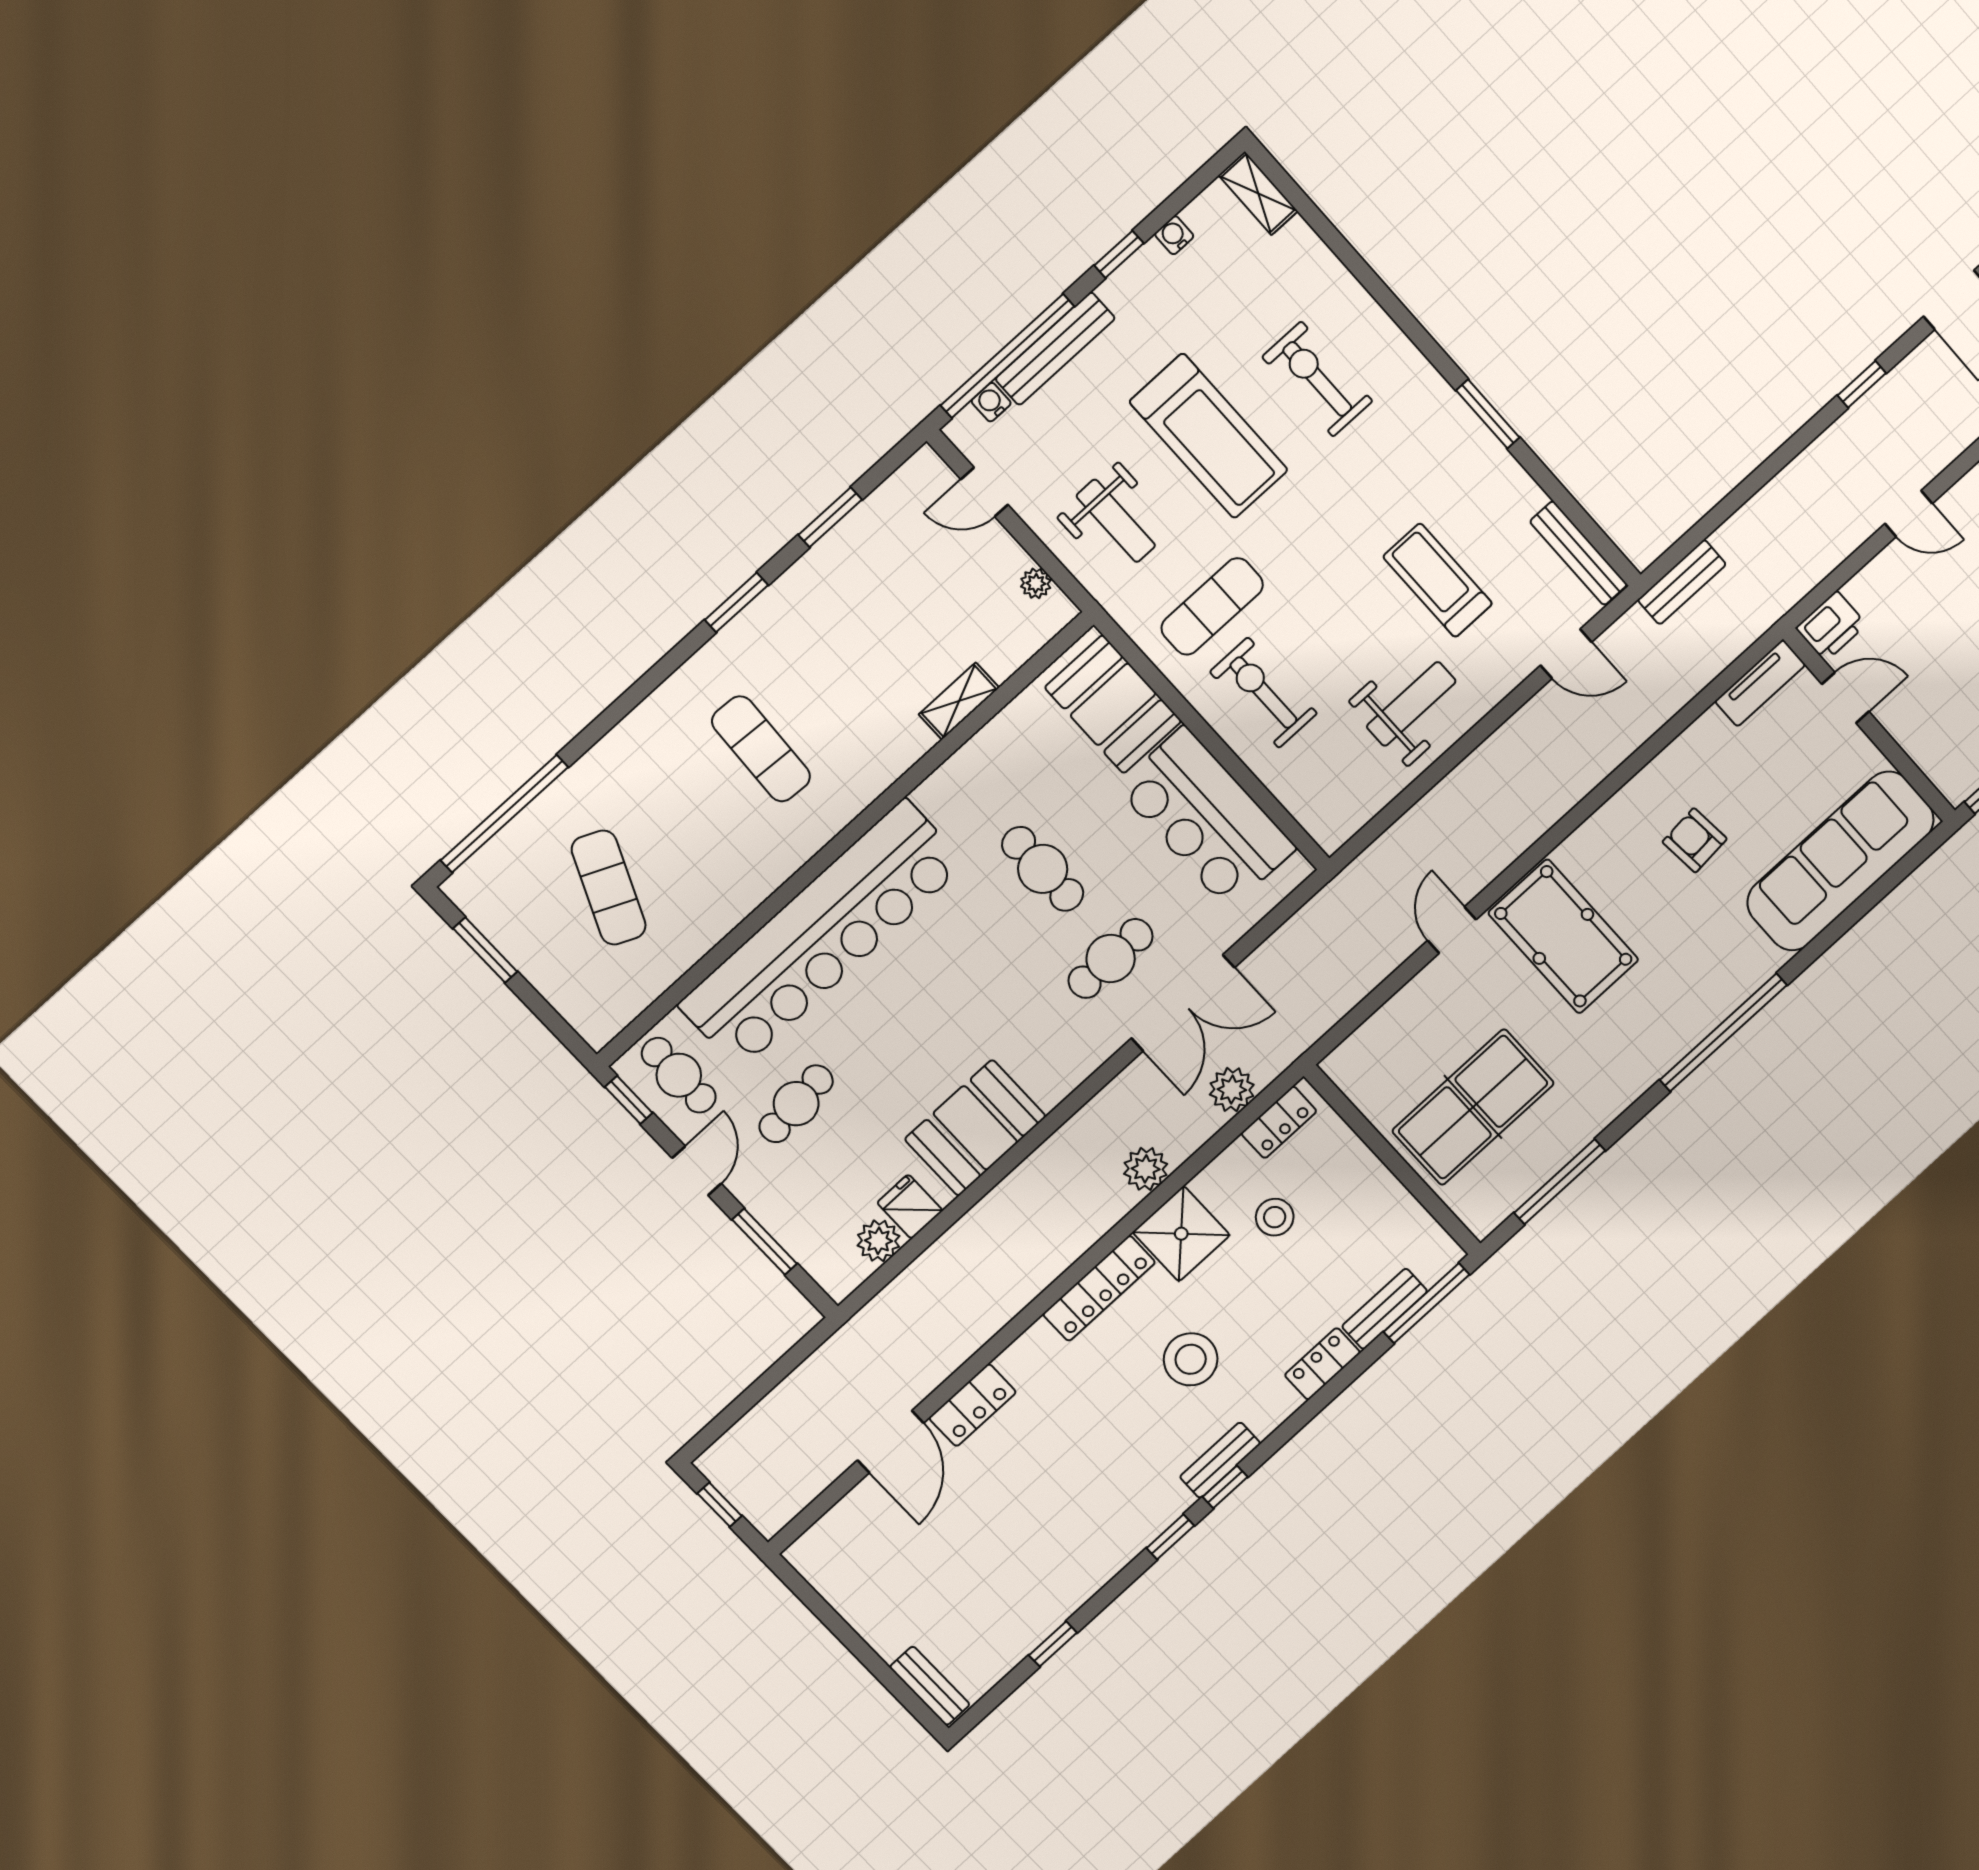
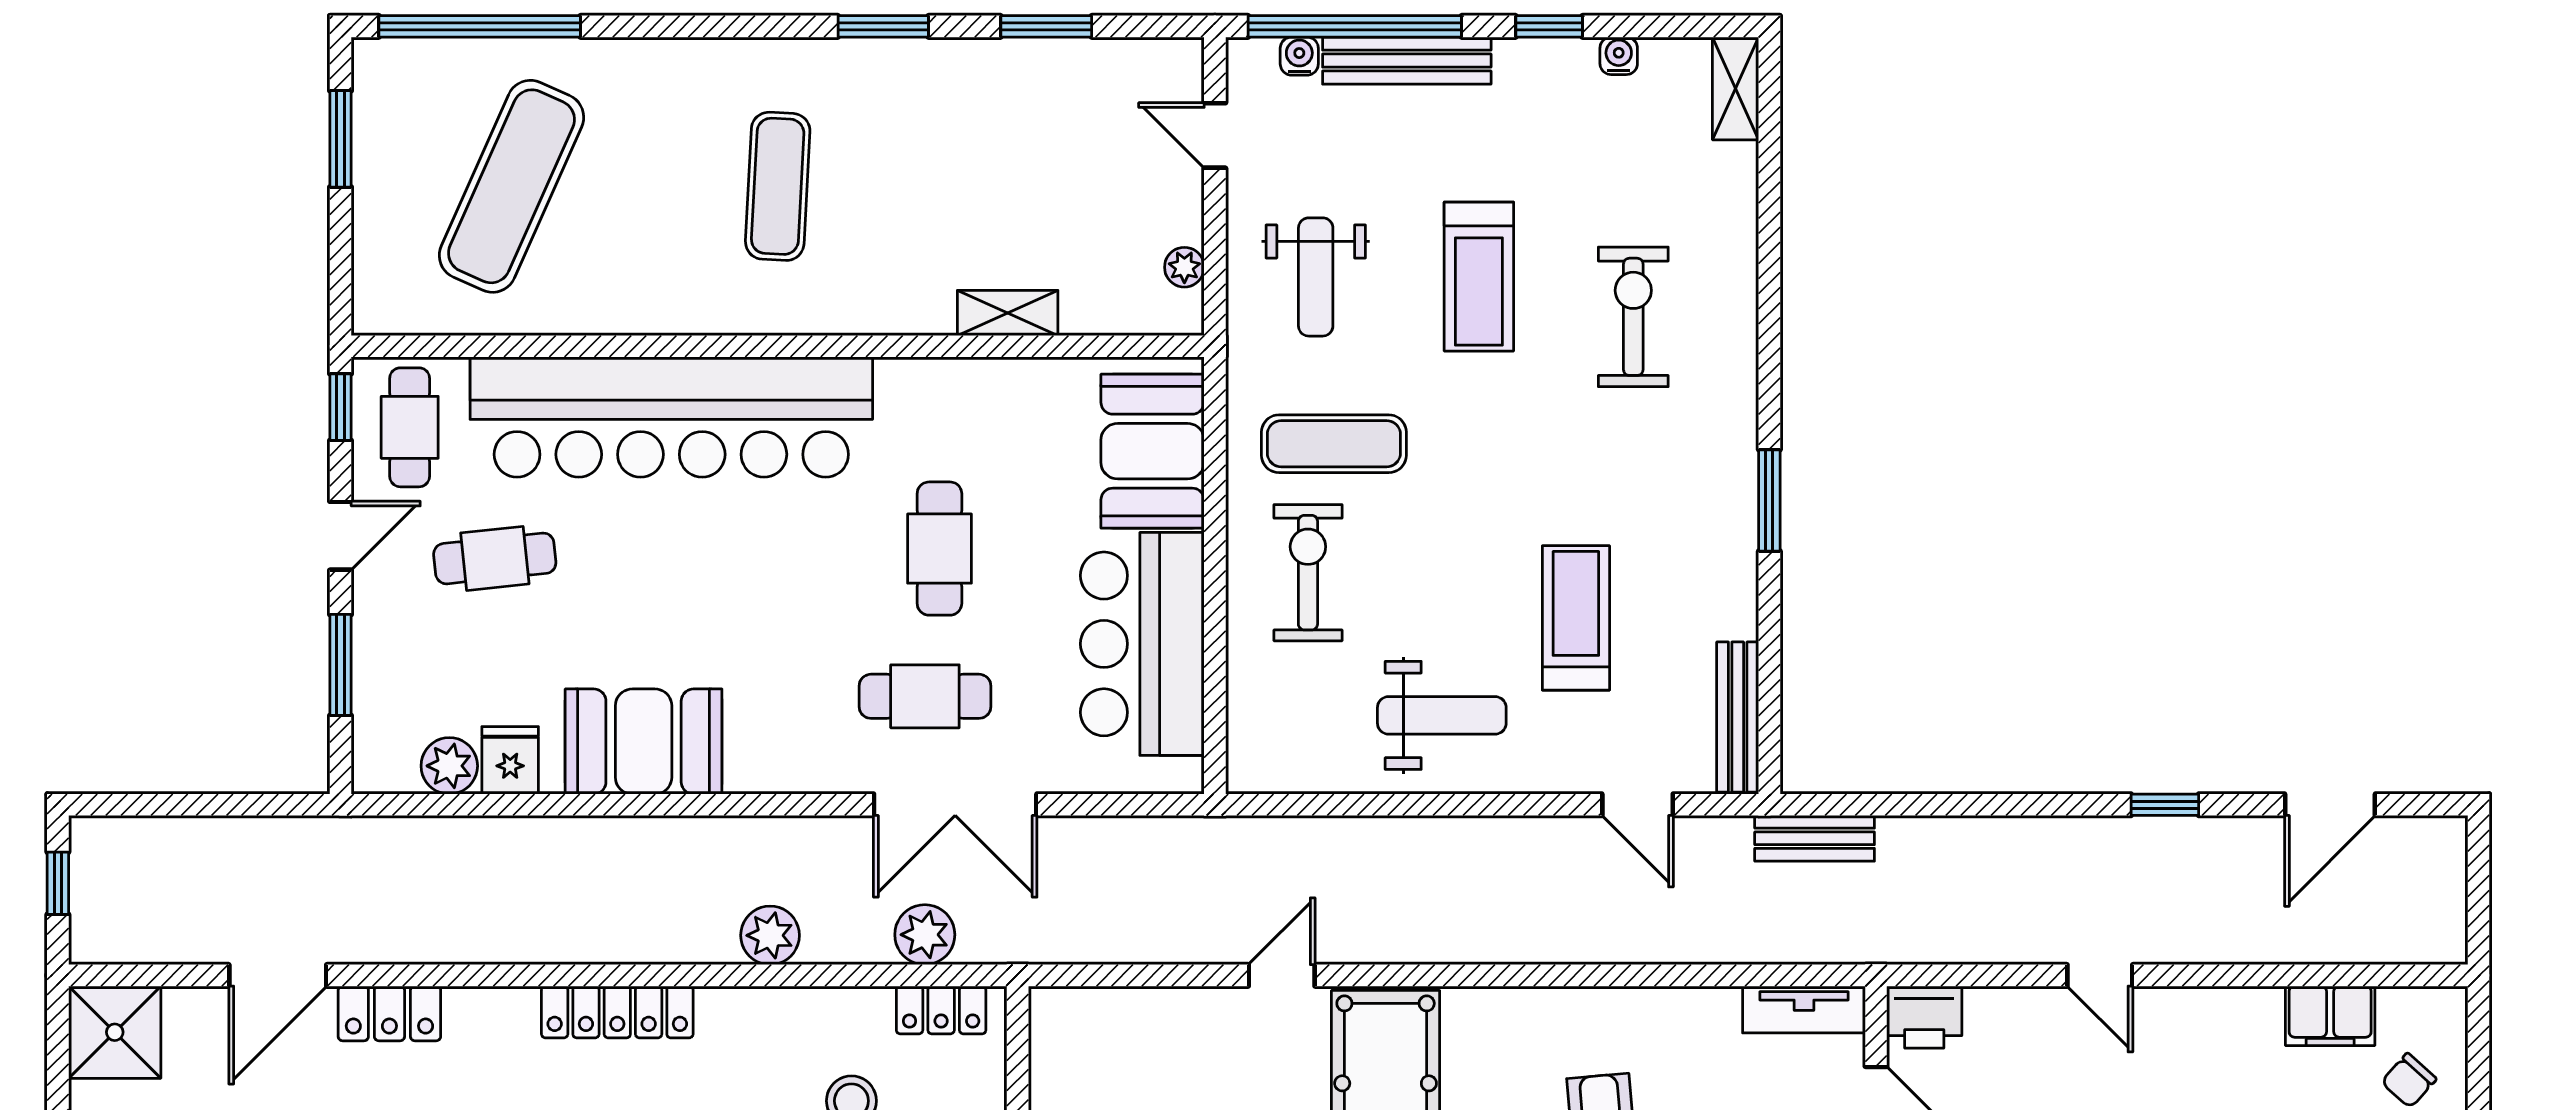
treadmill: (1209, 436) -> (1479, 277), width x0.73, depth x0.73
exercise mat: (609, 888) -> (511, 186), width x1.36, depth x1.45
shower: (1181, 1234) -> (115, 1032), moved

